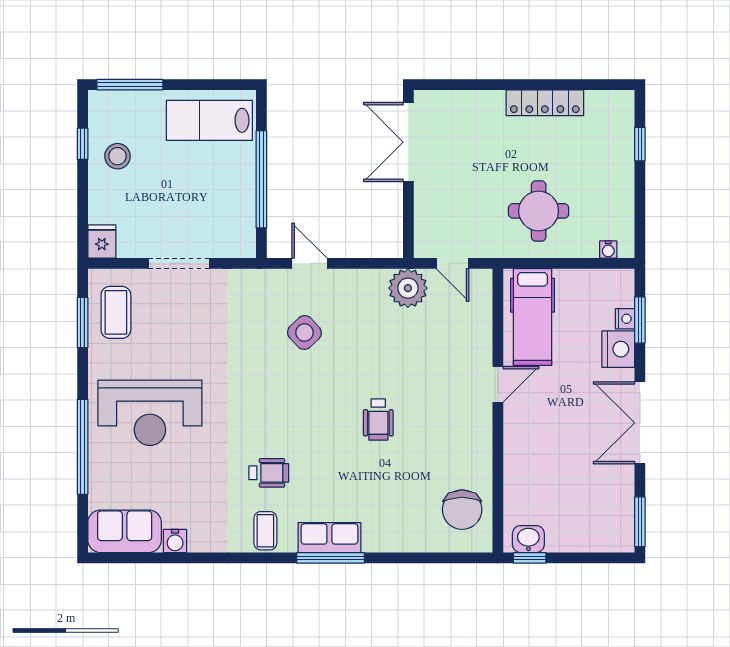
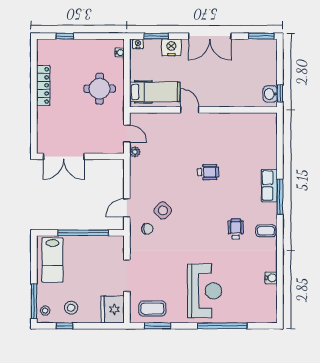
stool: (112, 106) -> (45, 311), added
fridge: (102, 242) -> (113, 309), width x1.88, depth x1.34
door: (452, 263) -> (127, 133), hinge flipped
plant: (408, 288) -> (135, 152), width x0.53, depth x0.53
nightstand: (625, 319) -> (138, 44), moved
chair: (462, 510) -> (147, 229), moved, width x0.54, depth x0.54
sofa: (125, 531) -> (266, 304), removed
row of seats: (329, 538) -> (269, 186), moved

